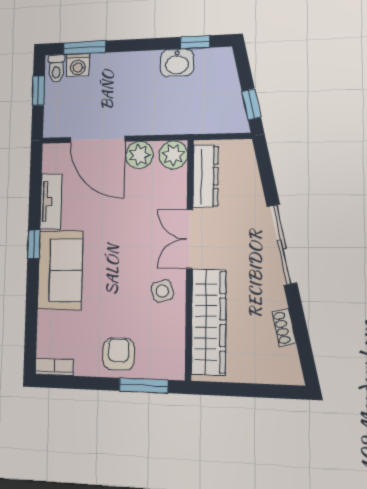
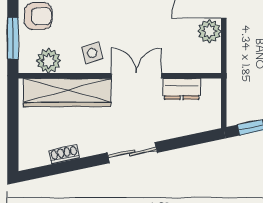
plant: (173, 155) -> (49, 61), moved
dresser: (206, 176) -> (182, 89), width x0.70
sliding door: (282, 244) -> (132, 153), width x0.73

